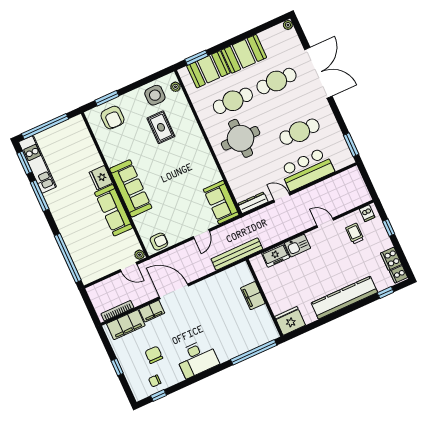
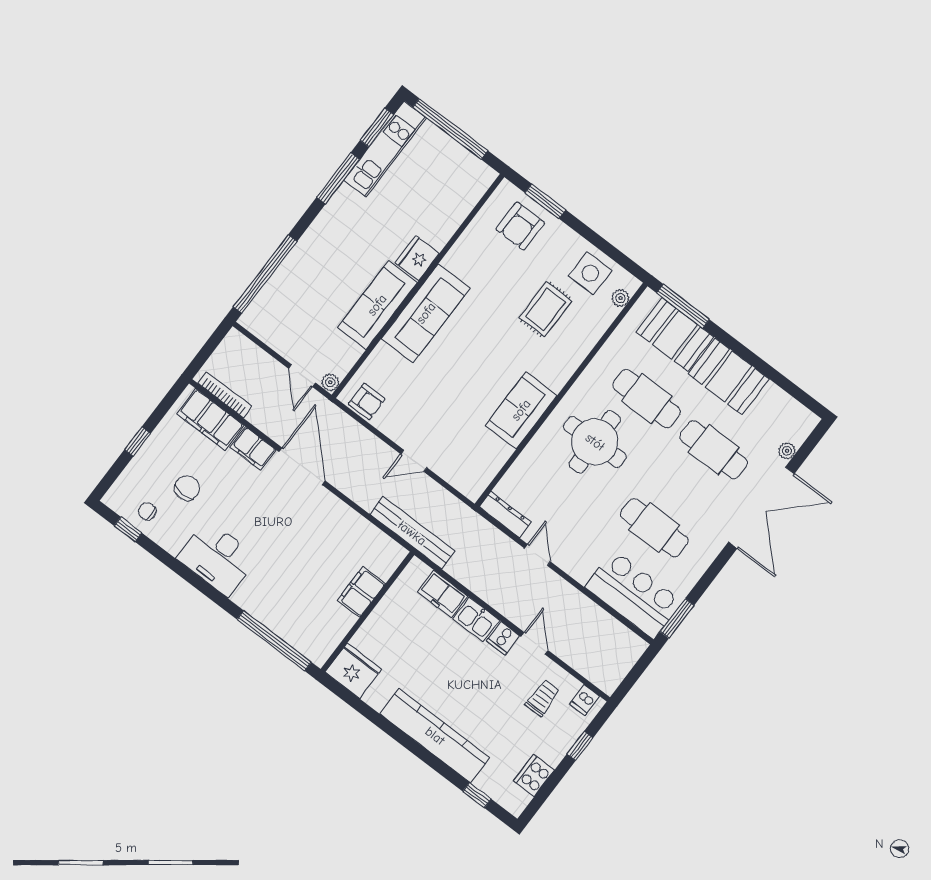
plant: (288, 25) -> (787, 451), moved
window: (196, 58) -> (683, 306), width x1.44
bar counter: (307, 169) -> (634, 594), moved
sofa: (221, 202) -> (521, 410), moved
cooker: (399, 274) -> (503, 638), moved, turned -90

